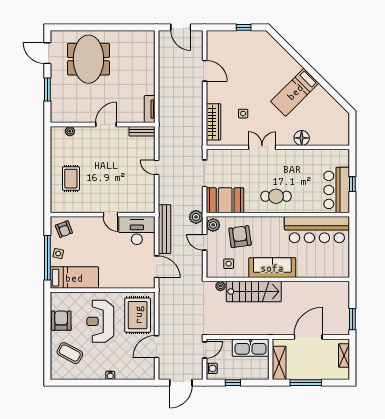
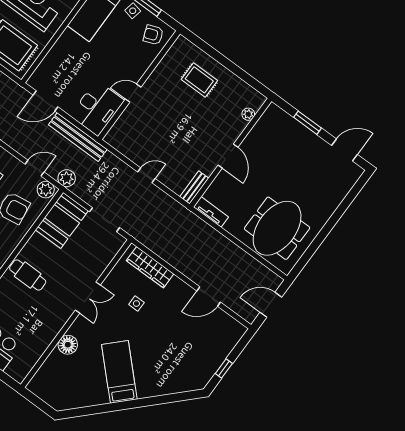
meeting table: (88, 59) -> (277, 228), moved, turned 90
cafe table: (276, 196) -> (28, 275), turned 90

